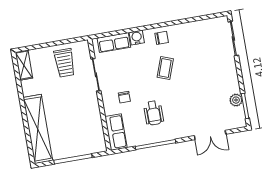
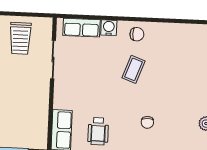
chair: (124, 97) -> (147, 122), moved
wheelchair: (154, 113) -> (98, 131), moved

